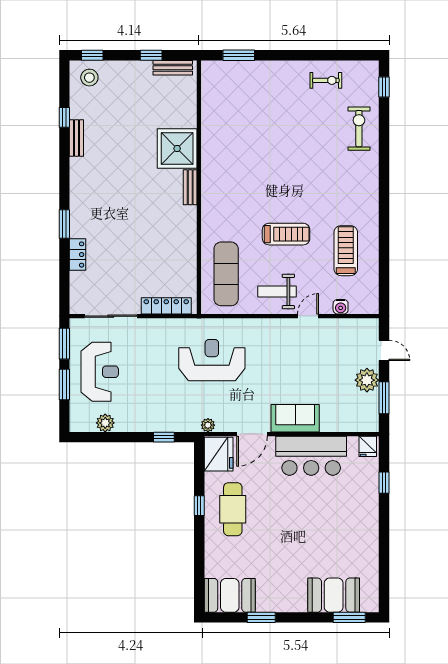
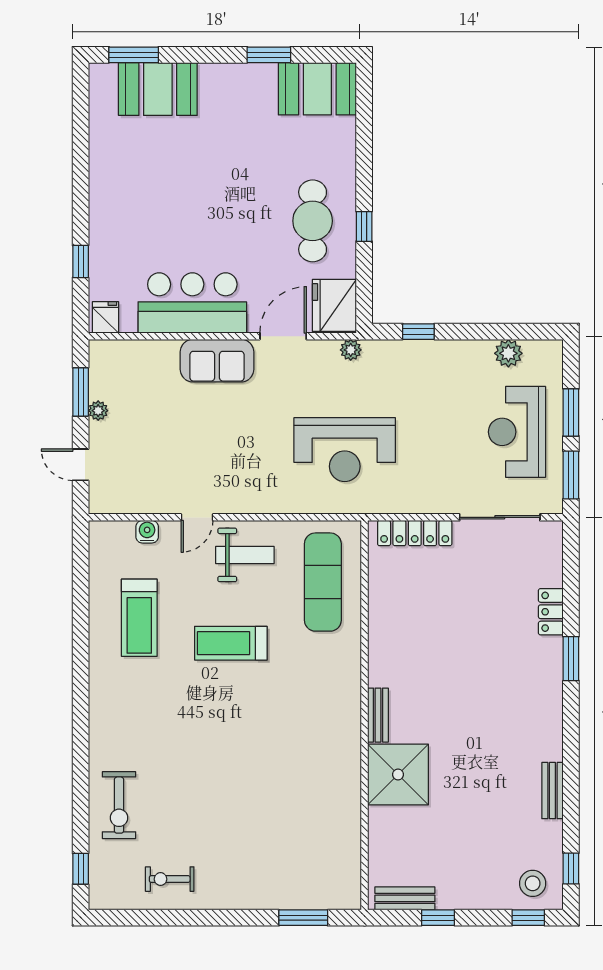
window: (64, 117) -> (571, 869), moved
plant: (367, 380) -> (98, 411), width x0.53, depth x0.53

